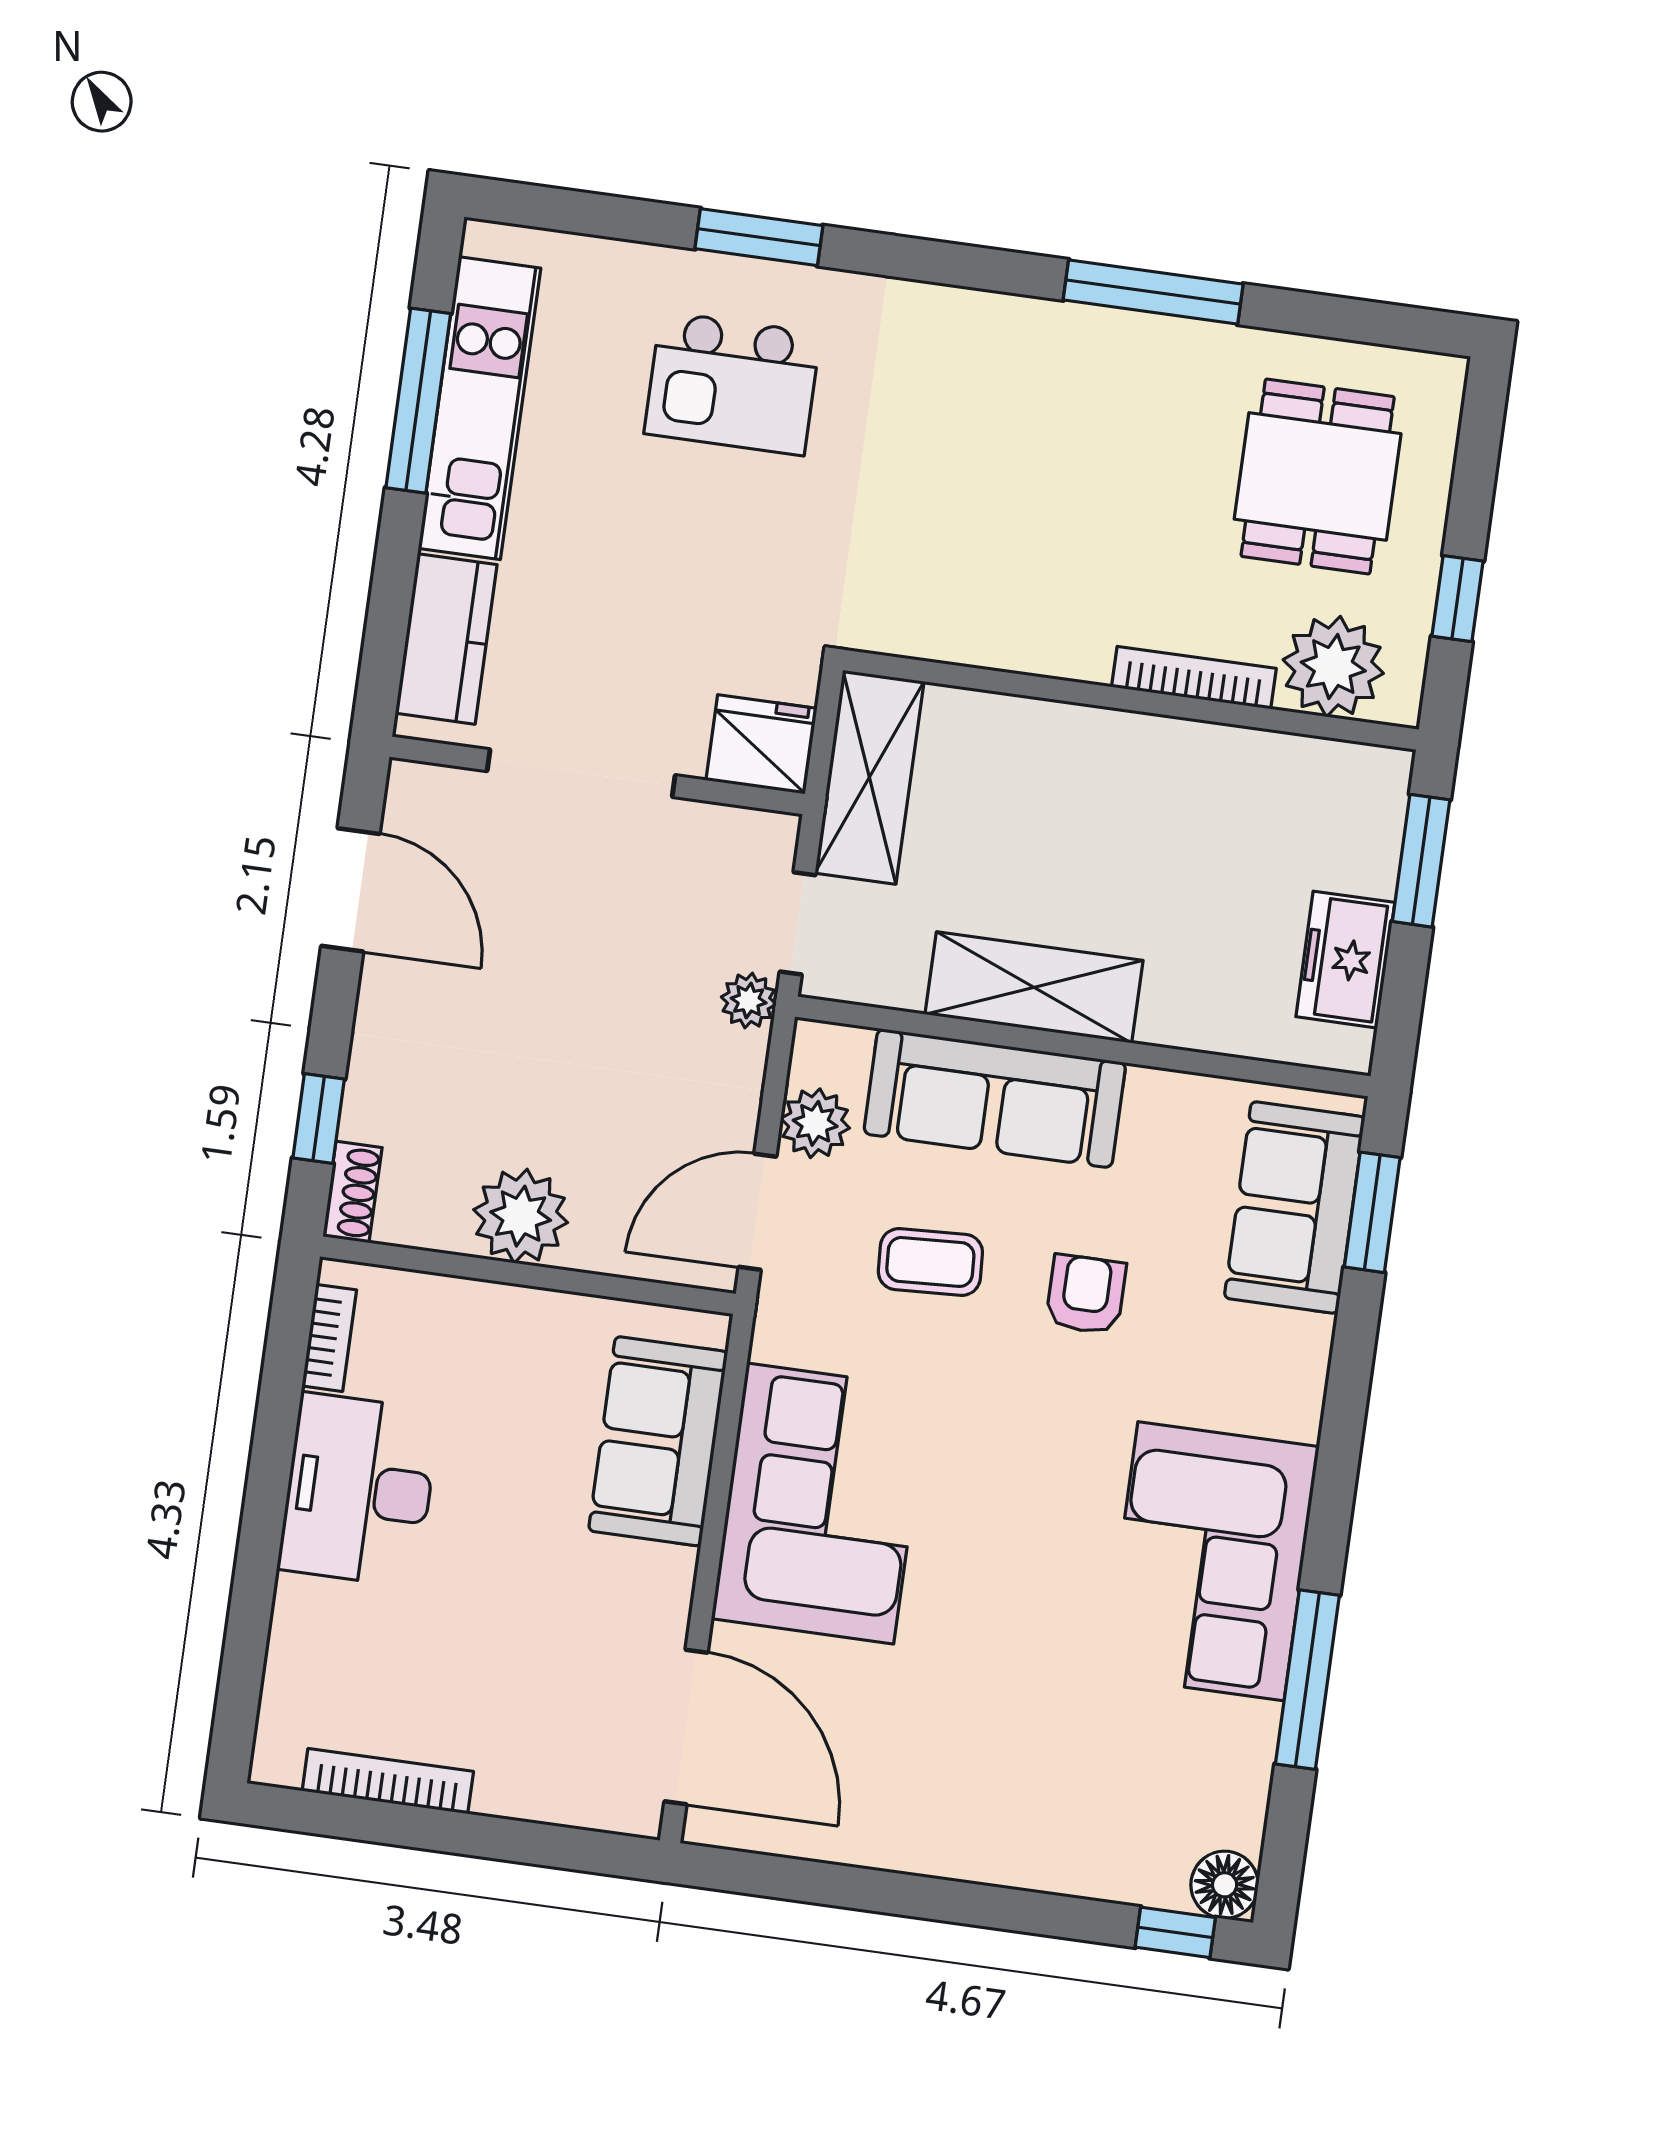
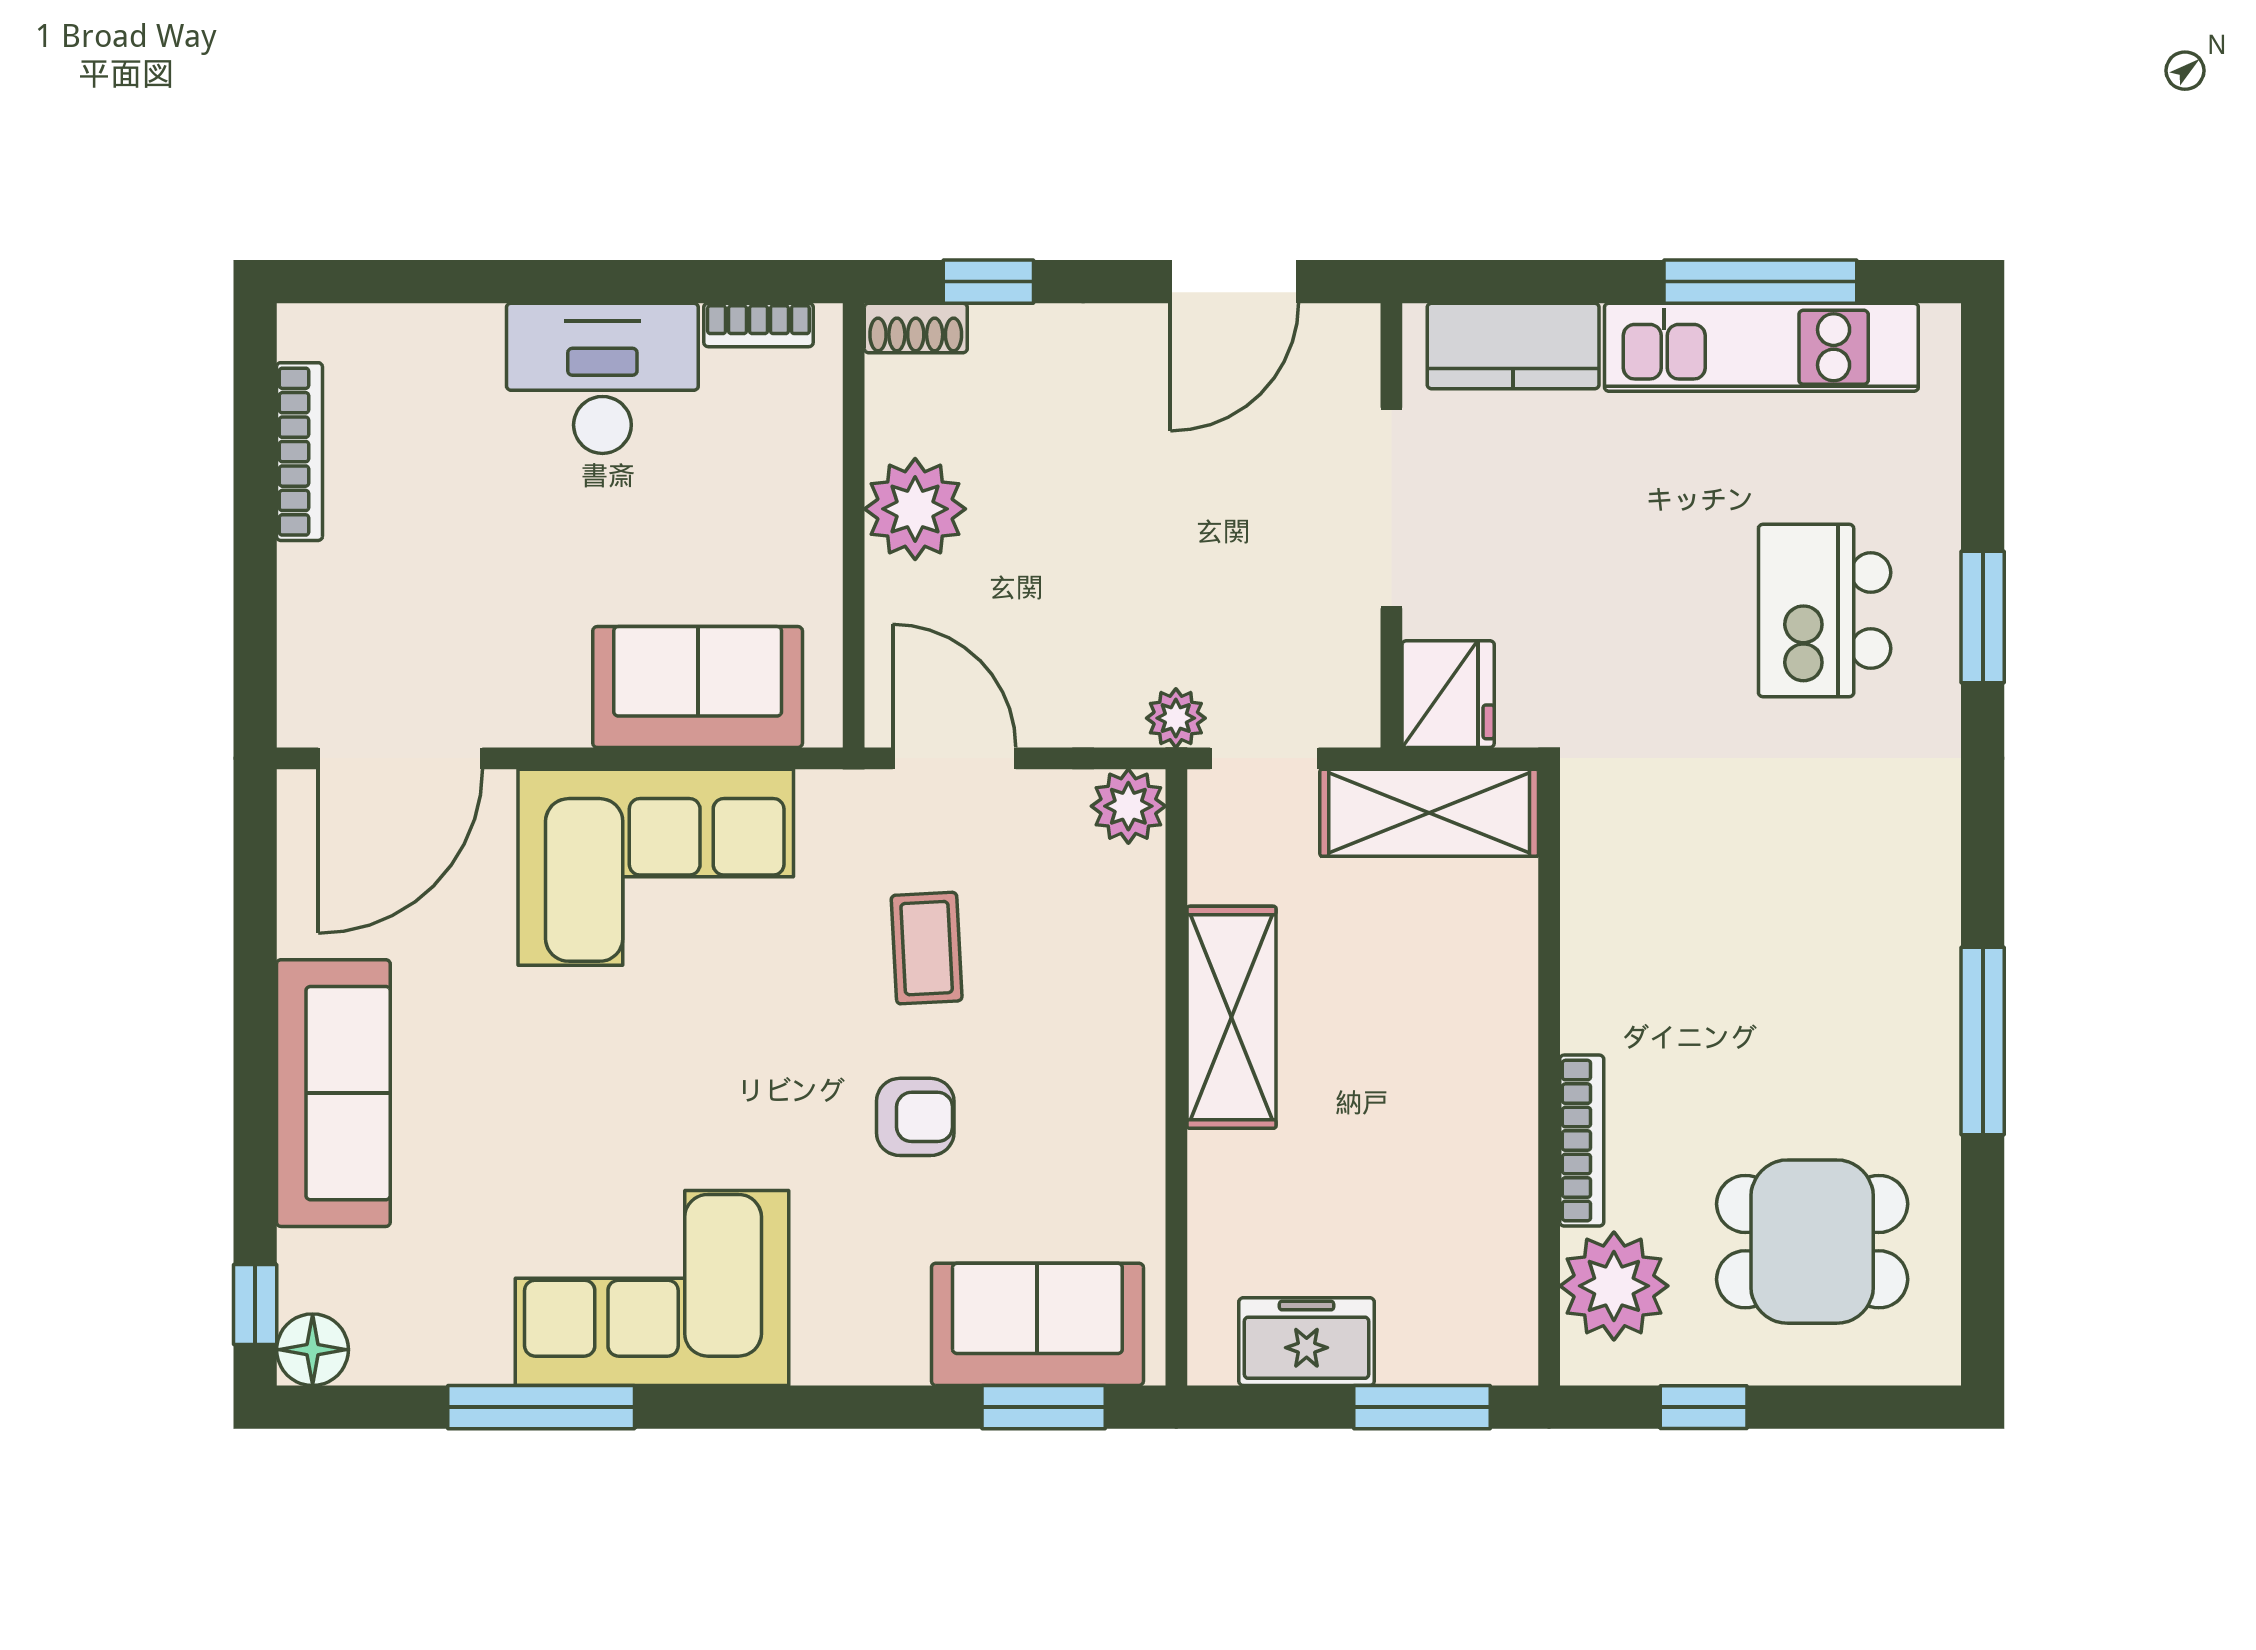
sofa: (995, 1098) -> (333, 1093), moved, turned 180
plant: (815, 1123) -> (1128, 806), moved

